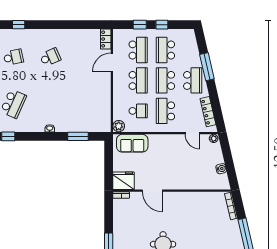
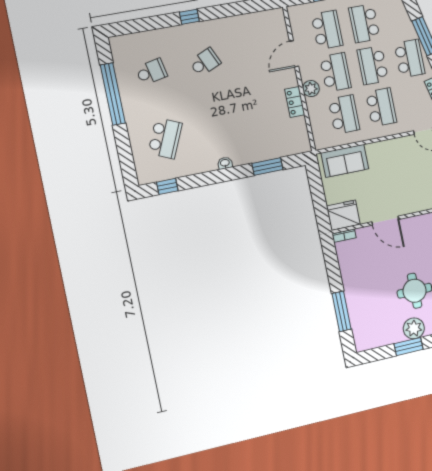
window: (19, 25) -> (189, 17), moved
locker: (106, 39) -> (295, 102), moved
school desk: (138, 111) -> (344, 114), width x1.85
school desk: (165, 111) -> (381, 107), turned 180
plant: (119, 126) -> (311, 89), moved

